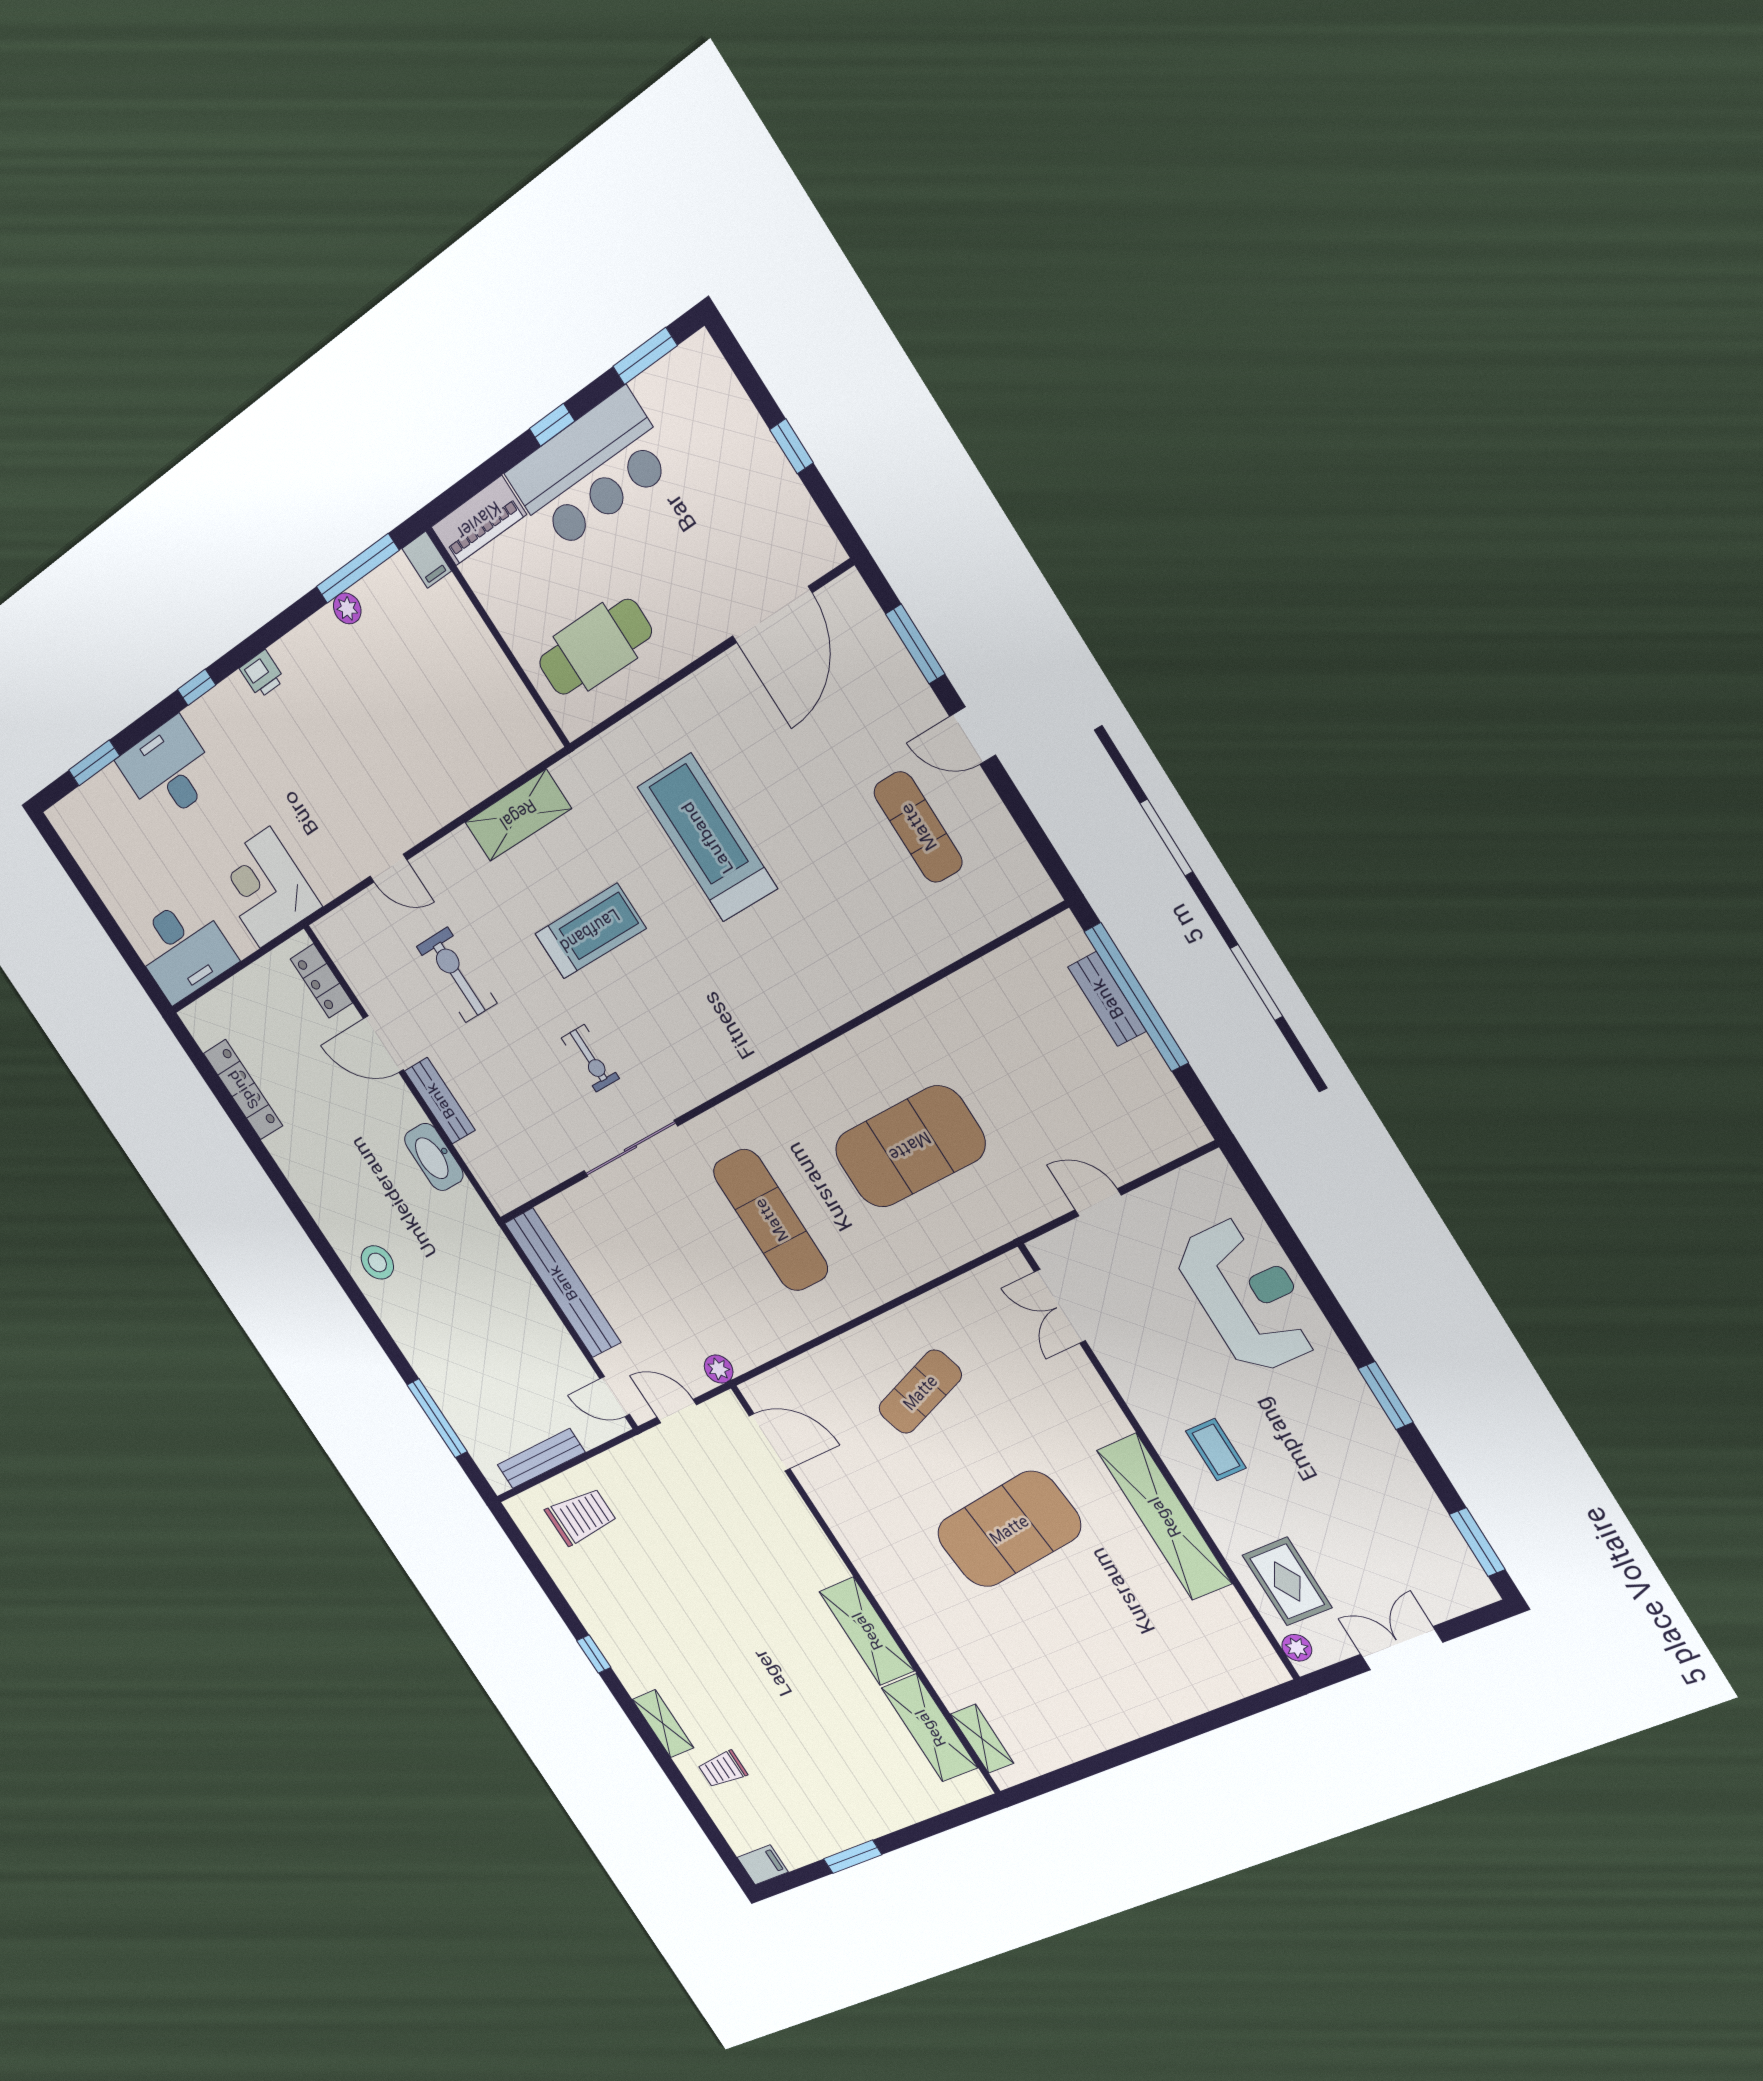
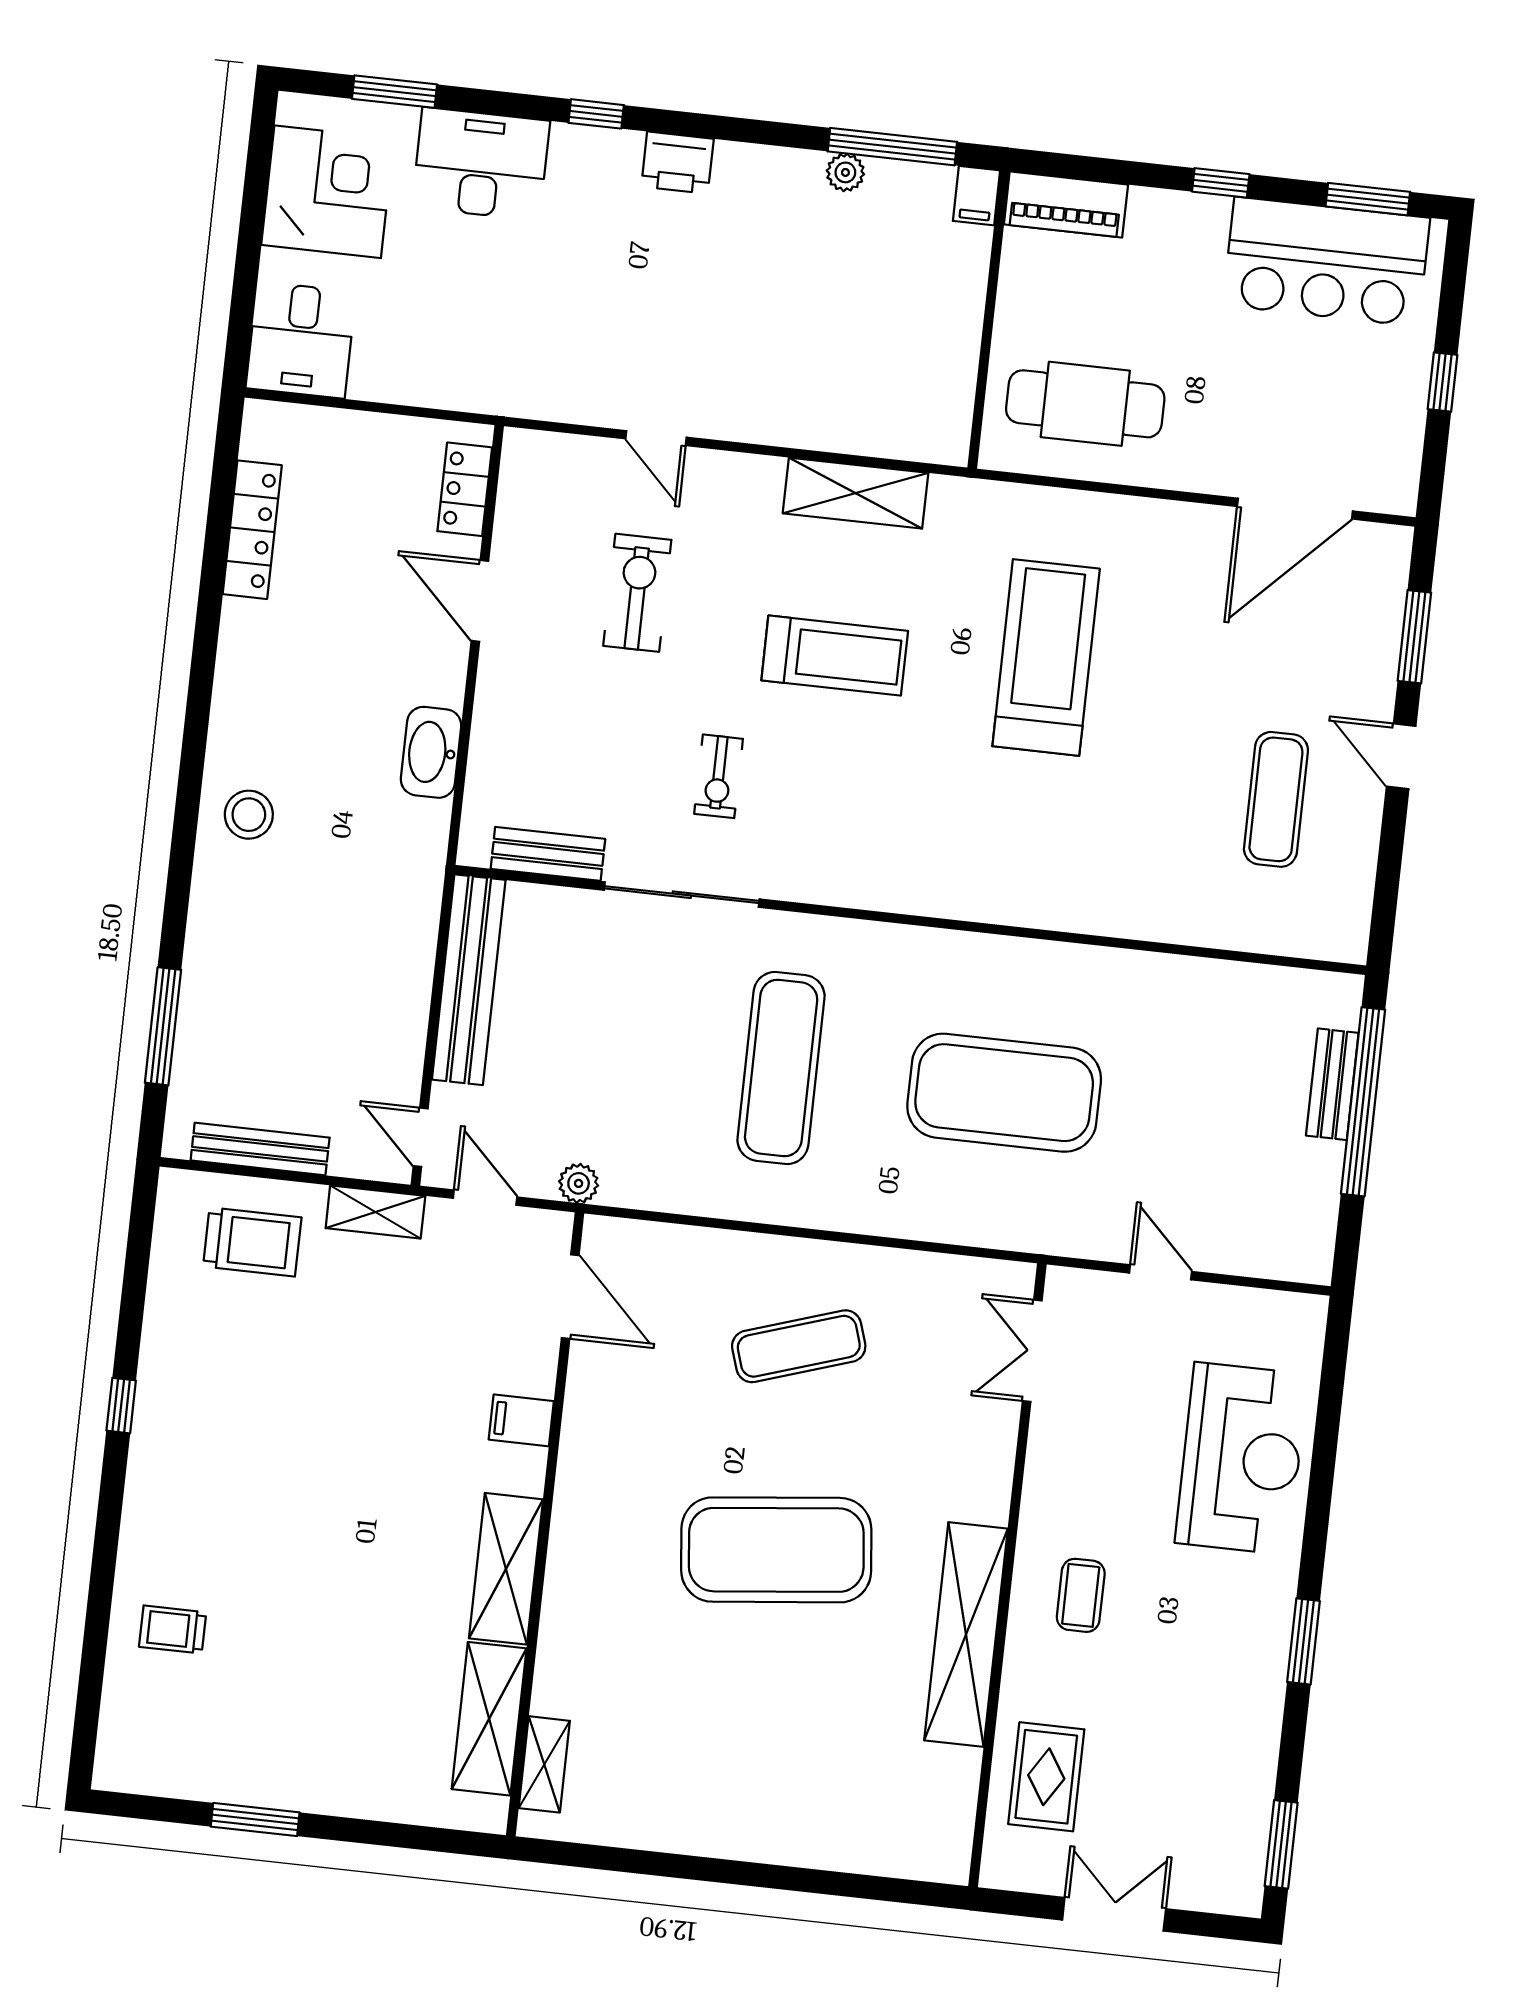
bar counter: (590, 470) -> (1326, 262), moved
printer: (262, 674) -> (677, 163), width x1.36, depth x1.24
corner desk: (265, 888) -> (328, 192), moved, turned 90
desk: (183, 949) -> (301, 340), width x0.73
bench: (440, 1101) -> (548, 854), moved, turned 90
plant: (1297, 1648) -> (1000, 1854), removed
shelving: (663, 1724) -> (375, 1212), moved, turned 90
filing cabinet: (763, 1865) -> (521, 1420), moved, turned 180

